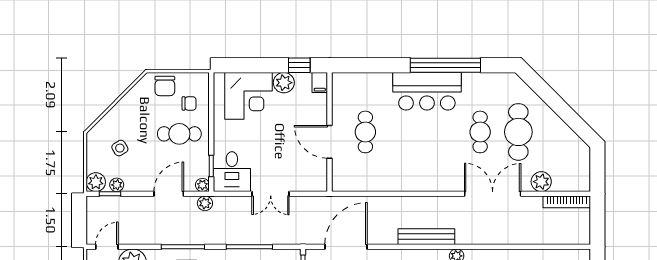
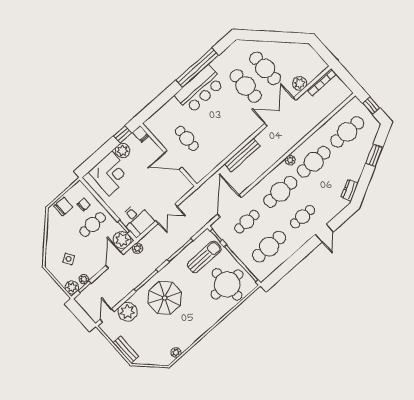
chair: (165, 86) -> (63, 207), turned -90
cafe table: (480, 132) -> (246, 86), width x1.37, depth x1.35
plant: (202, 185) -> (122, 240), width x1.88, depth x1.88
bench: (426, 237) -> (242, 155), moved

